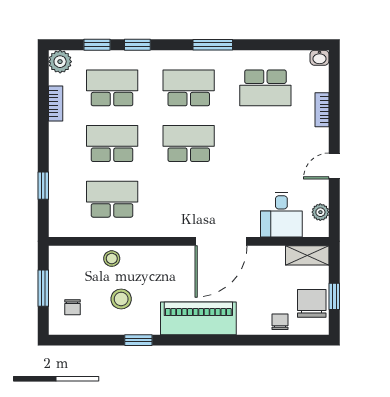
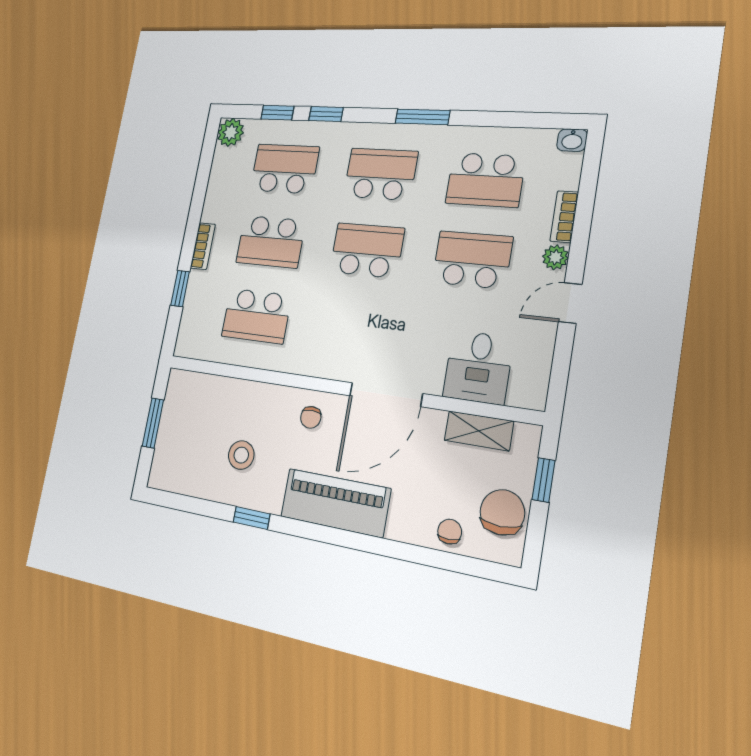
bookcase: (56, 103) -> (203, 246), moved
school desk: (112, 144) -> (271, 242), turned 180
school desk: (265, 144) -> (472, 260), added
school desk: (112, 199) -> (256, 316), turned 180
plant: (320, 212) -> (555, 257), moved
shelving: (307, 255) -> (479, 431), moved
stool: (112, 259) -> (241, 397), removed
window: (334, 296) -> (544, 480), moved
chair: (72, 307) -> (311, 417), moved

